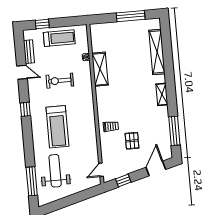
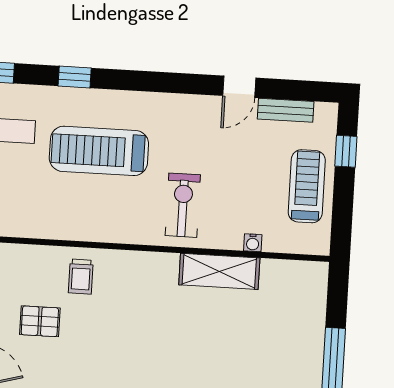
treadmill: (59, 38) -> (307, 186), turned 180
exercise bike: (60, 81) -> (183, 205), moved
window: (25, 109) -> (75, 77), moved

